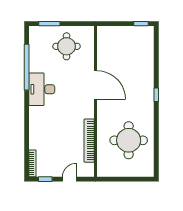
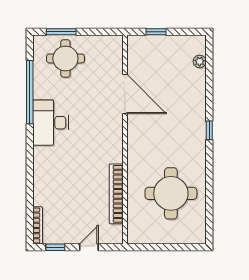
window: (141, 24) -> (156, 32), moved
plant: (149, 45) -> (200, 61), added
round table: (67, 46) -> (65, 58), moved
door: (95, 85) -> (125, 94), moved

